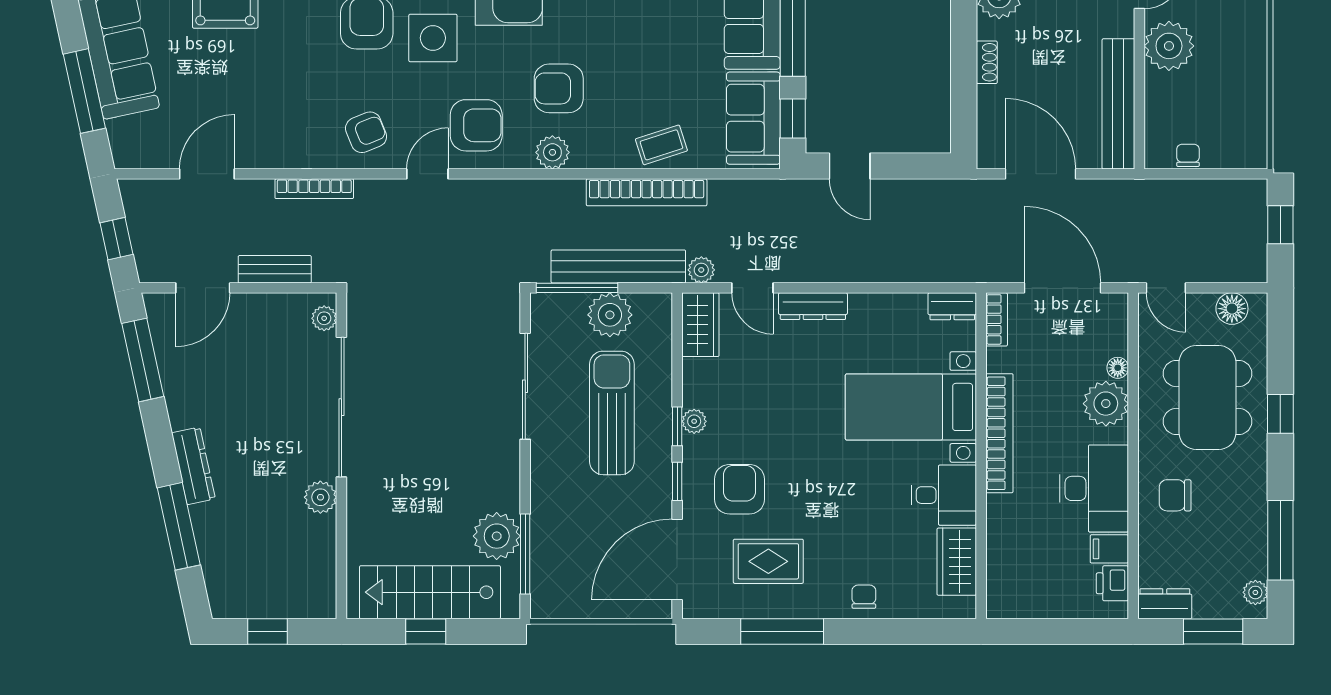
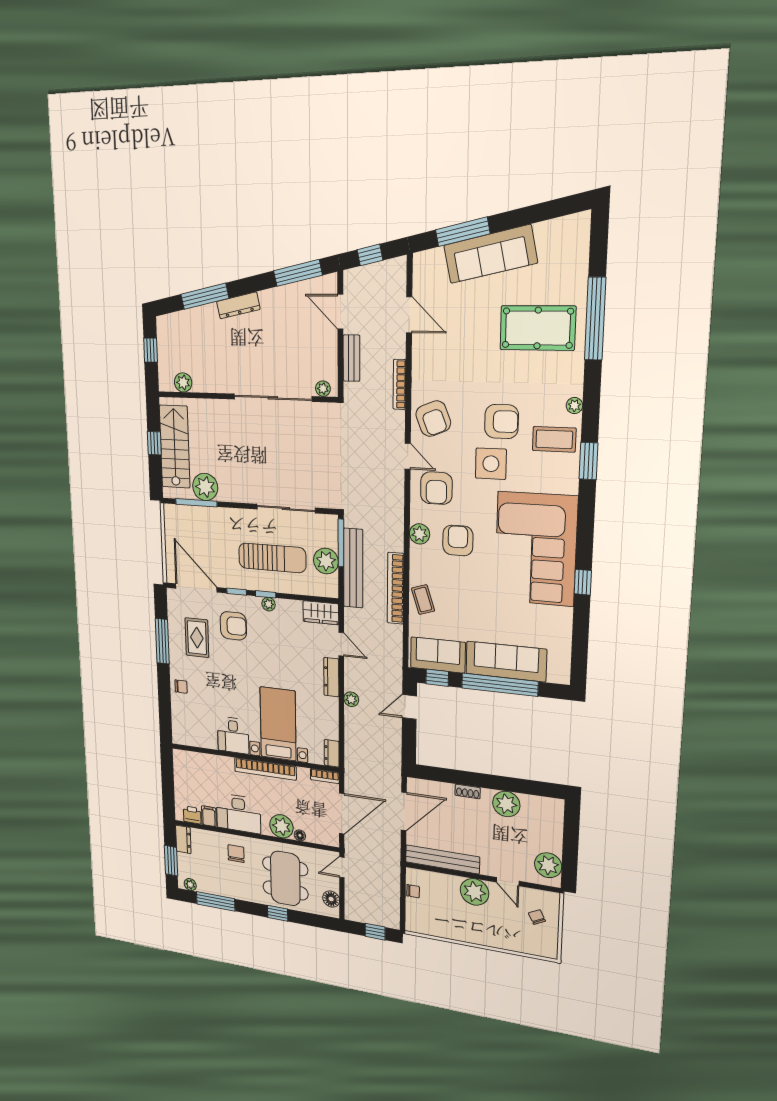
armchair: (366, 132) -> (433, 419), width x1.38, depth x1.38
plant: (701, 270) -> (351, 699), moved
door: (752, 288) -> (341, 644), swing flipped
dining table: (1207, 397) -> (285, 878), turned 90
plant: (320, 497) -> (183, 382), moved
wardrobe: (957, 562) -> (200, 737), removed

